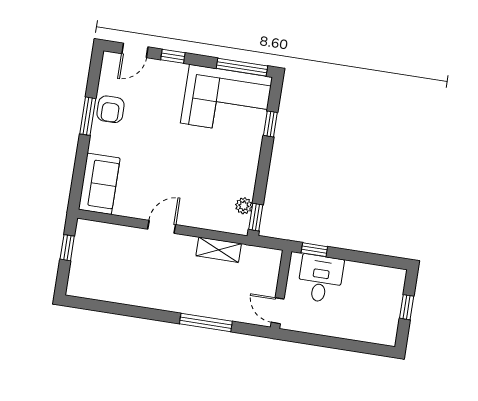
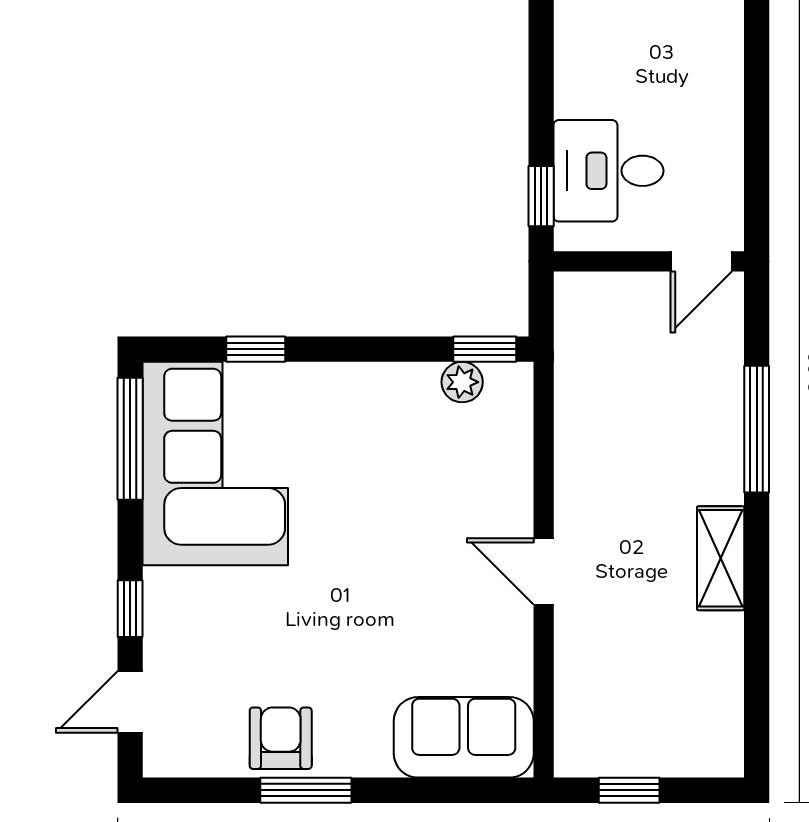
door: (135, 50) -> (130, 702), swing flipped
armchair: (111, 109) -> (281, 738), turned -90
shelving: (219, 250) -> (721, 558), moved

